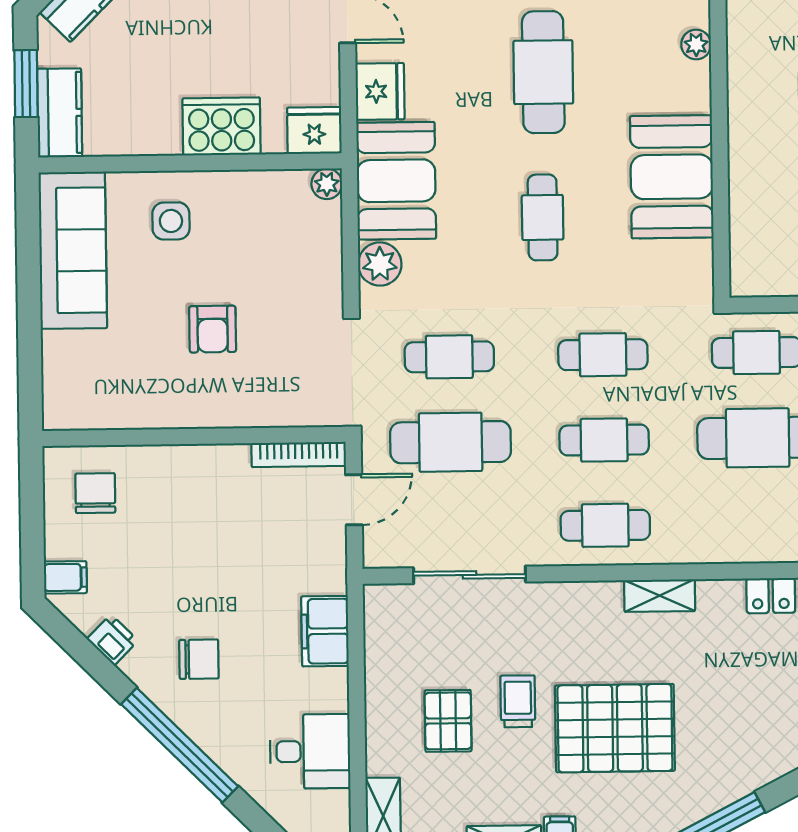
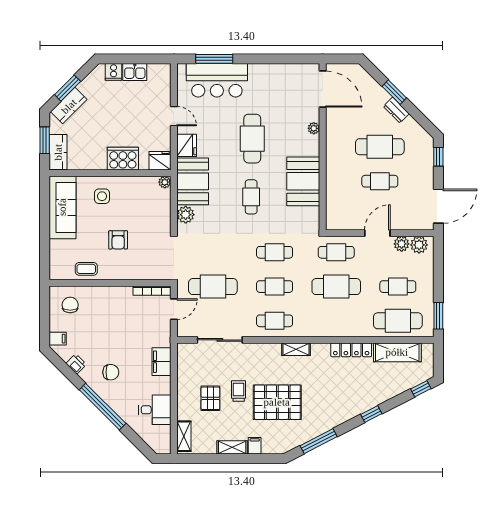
cafe table: (449, 357) -> (213, 252), removed
coffee table: (134, 403) -> (86, 269), added

